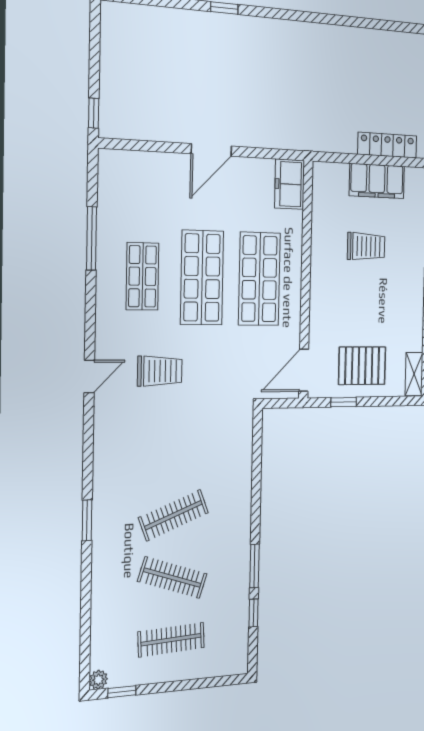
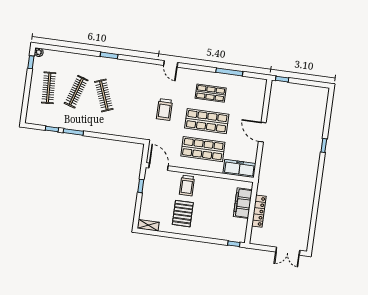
locker: (387, 145) -> (259, 211), moved
filing cabinet: (377, 181) -> (243, 203), moved
freezer: (290, 184) -> (239, 168), width x1.40
trolley: (366, 246) -> (187, 186), moved
pallet: (362, 366) -> (183, 214), moved
trolley: (160, 371) -> (164, 110), moved

